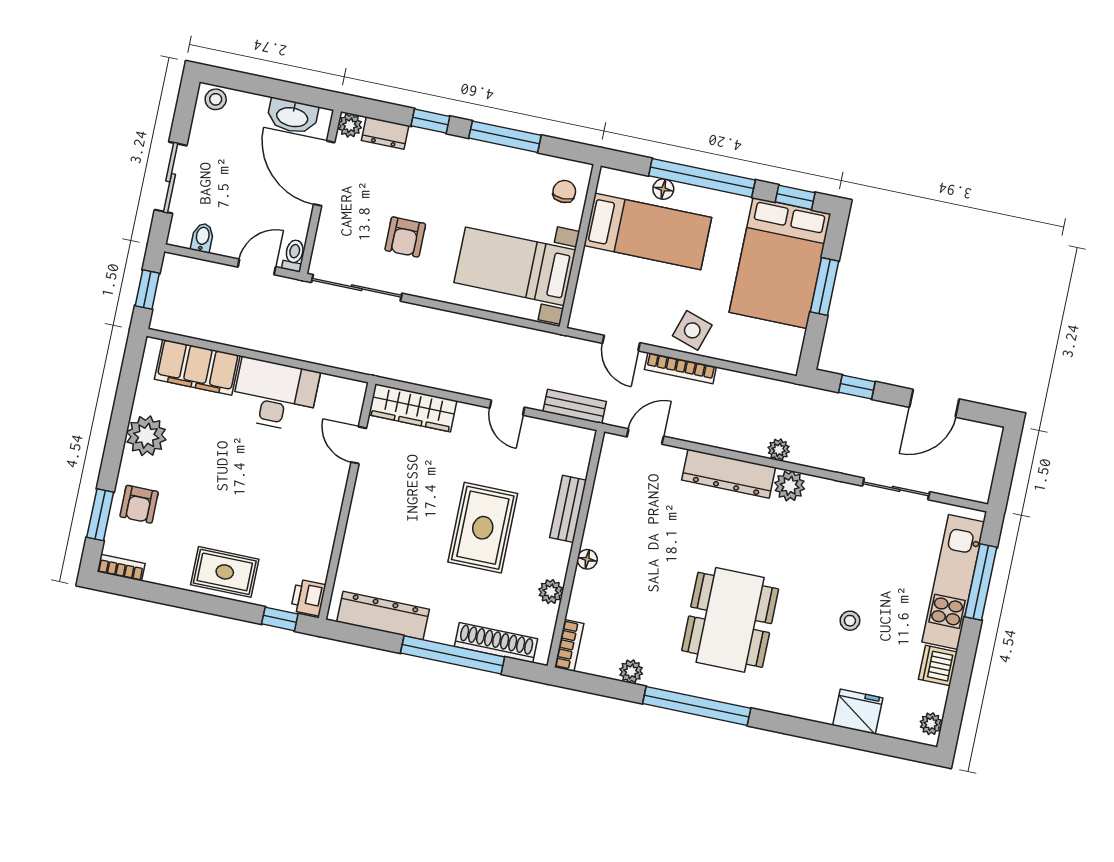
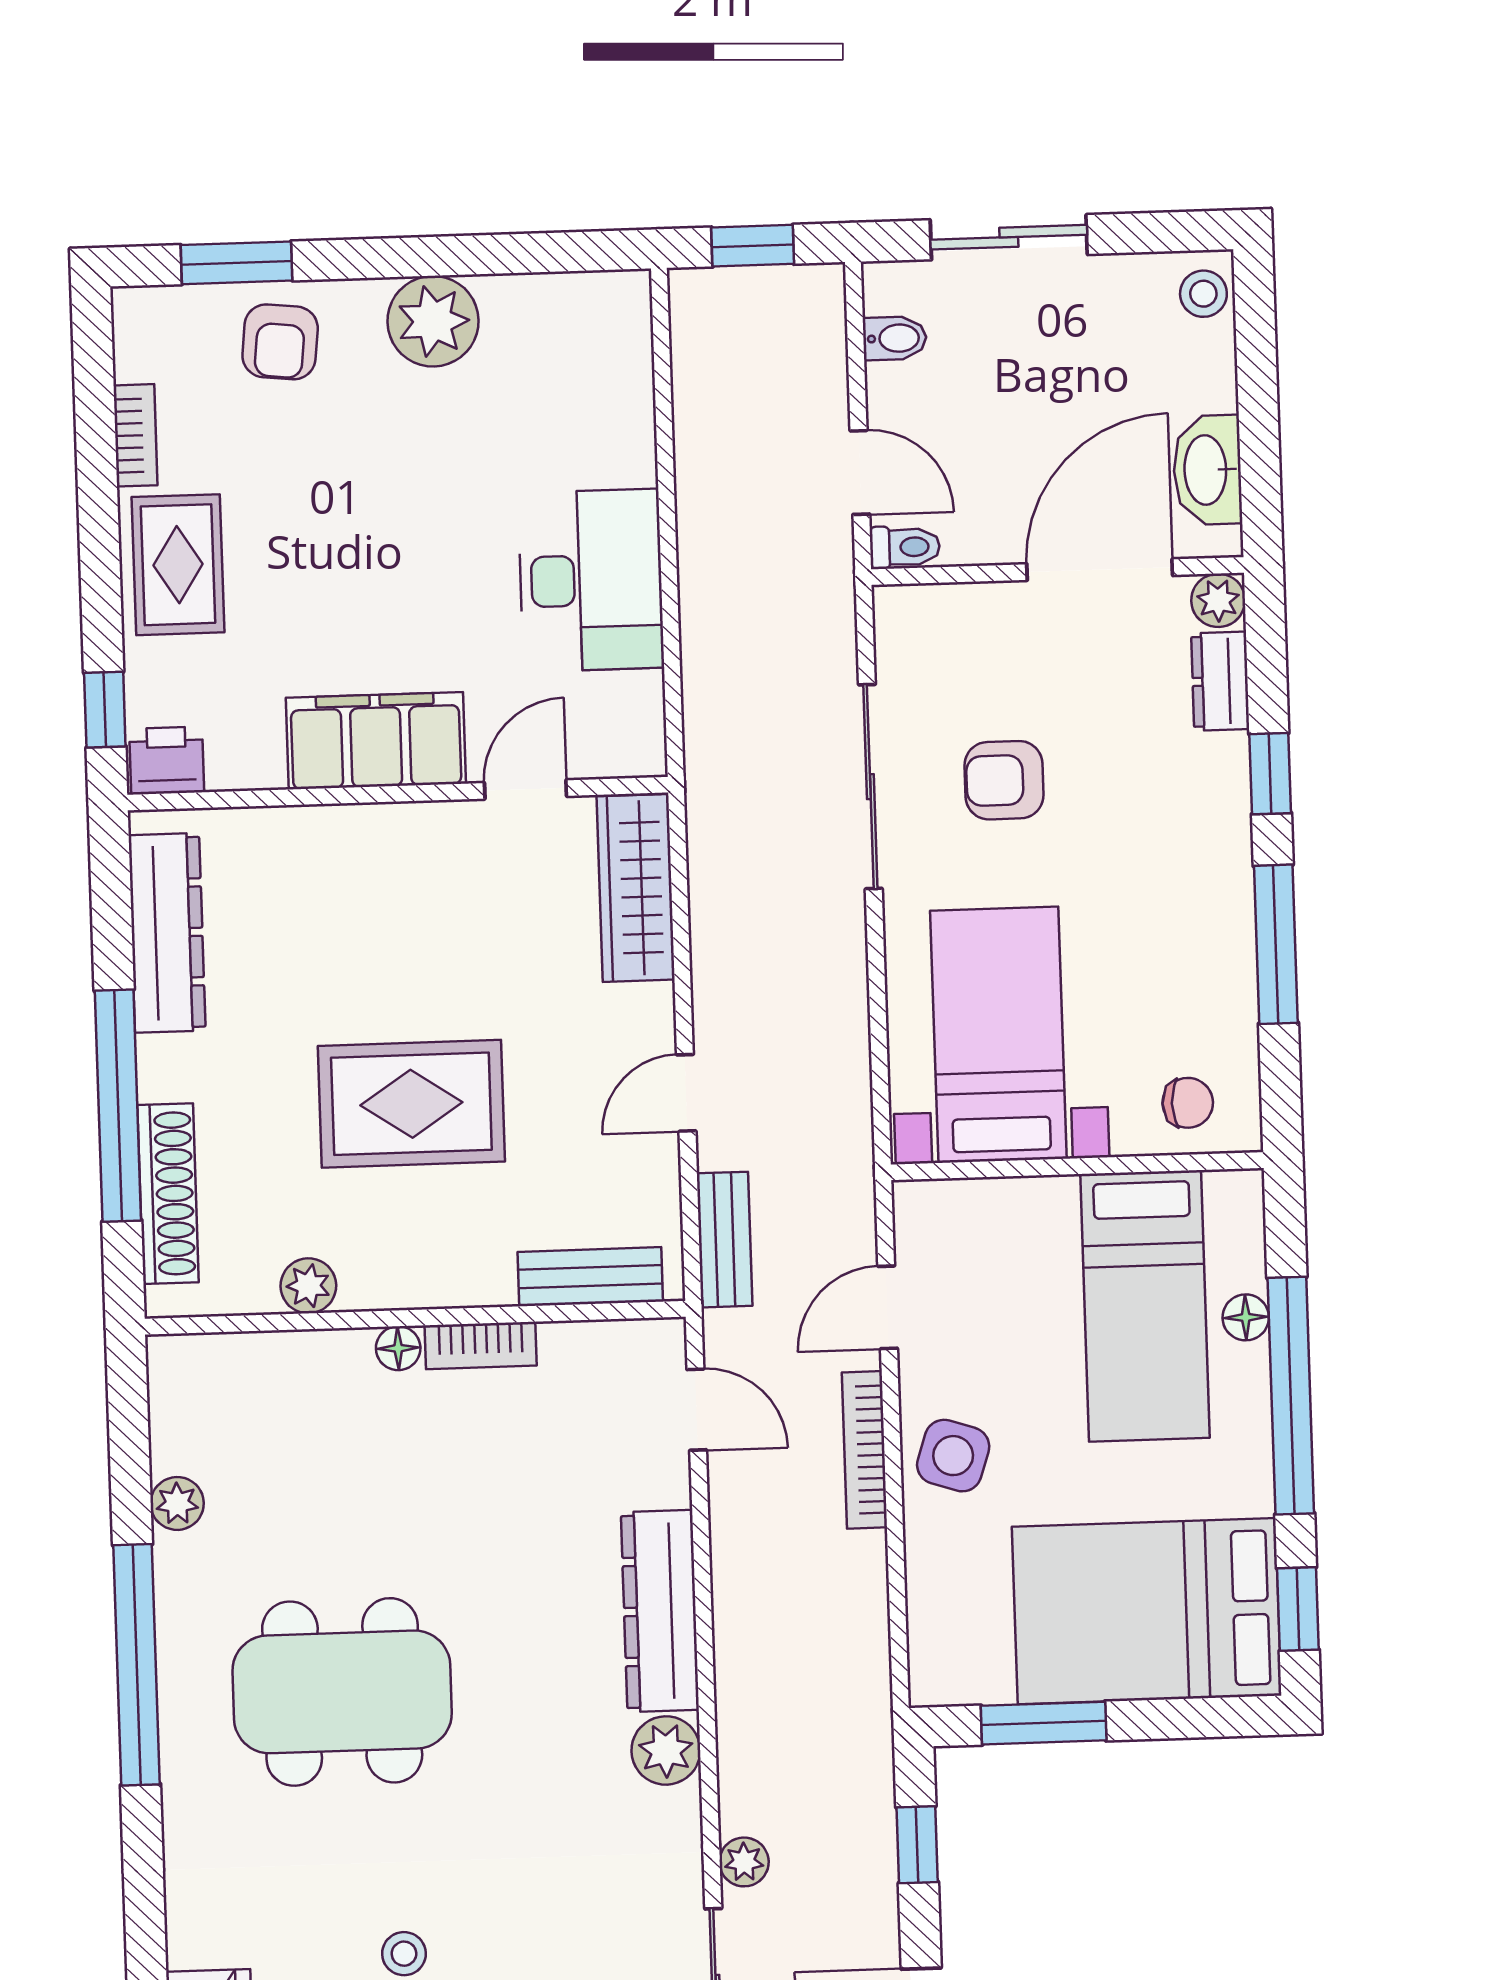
window: (824, 286) -> (1044, 1723), moved
sliding door: (357, 288) -> (870, 787), moved
filing cabinet: (197, 367) -> (376, 741), moved, turned 90
plant: (779, 450) -> (744, 1862), moved
armchair: (139, 504) -> (280, 342), turned -84
bench: (568, 509) -> (590, 1277), moved
bookcase: (121, 568) -> (135, 435), moved
bookcase: (569, 645) -> (481, 1345), moved

